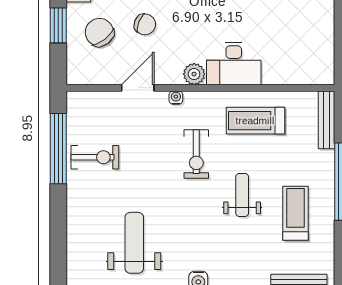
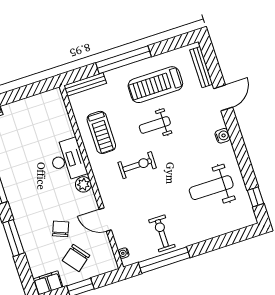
water cooler: (176, 98) -> (124, 253), moved
treadmill: (295, 213) -> (155, 85), width x1.37, depth x1.38

